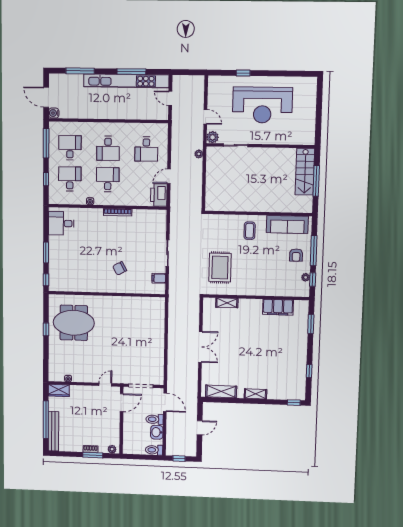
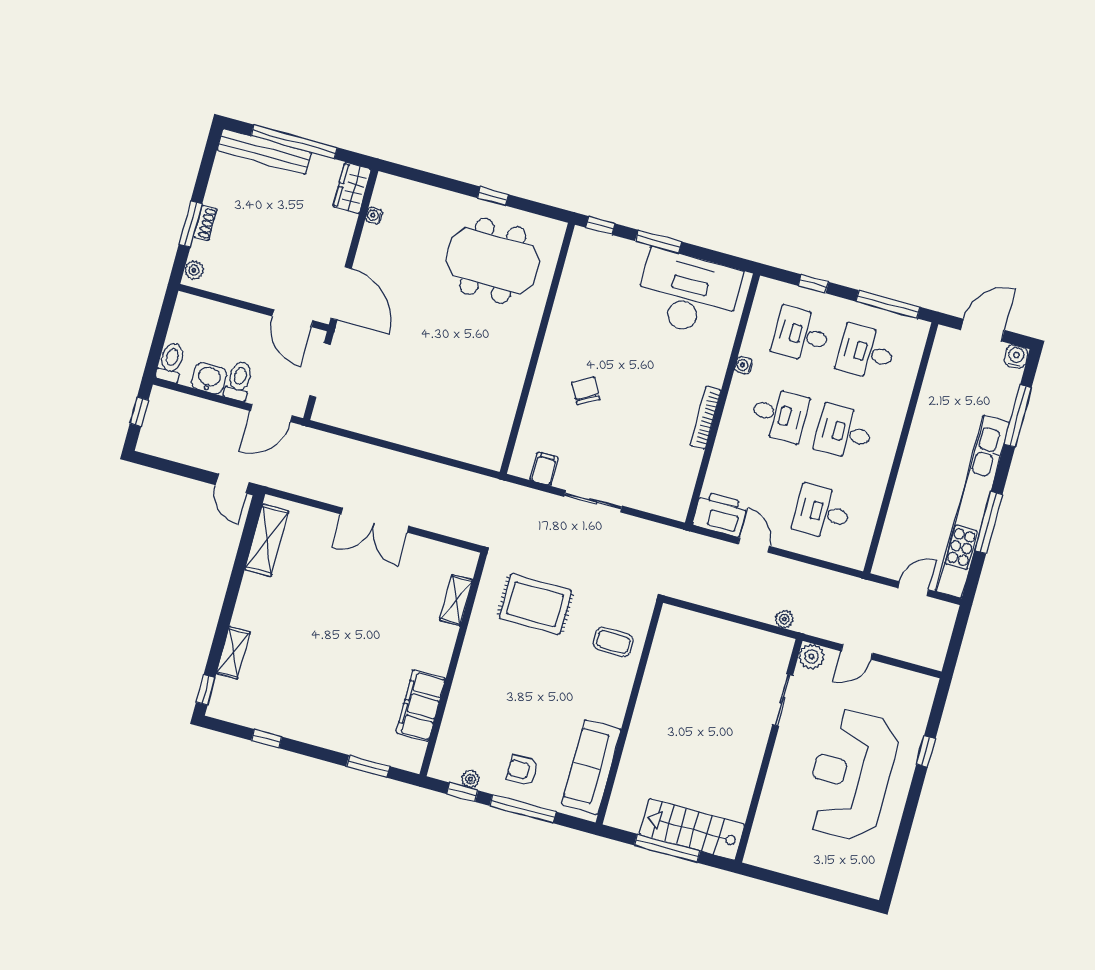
water cooler: (54, 113) -> (1016, 357), moved
desk: (70, 148) -> (866, 352), turned 180
desk: (70, 179) -> (801, 335), turned 180
desk: (61, 223) -> (688, 293), width x1.87, depth x1.30
coffee table: (250, 231) -> (613, 642), moved
meeting table: (74, 323) -> (493, 261), turned 90
door: (105, 385) -> (341, 293), width x1.87
shelving: (255, 394) -> (233, 653), moved
door: (200, 428) -> (232, 484), moved

